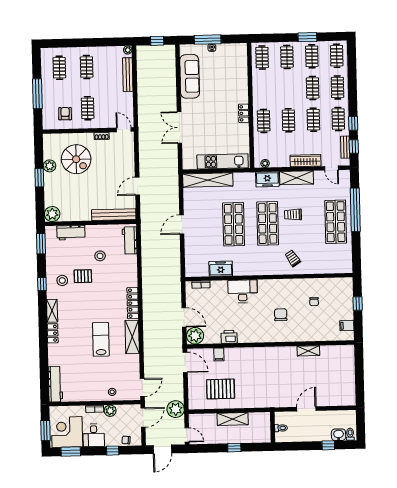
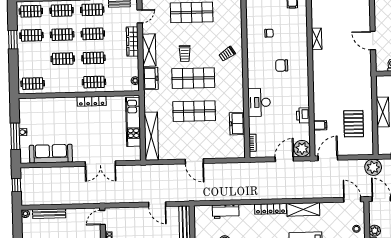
clothes rail: (287, 57) -> (63, 59), moved
locker: (244, 113) -> (92, 101), width x1.53
workbench: (130, 240) -> (226, 212), moved

